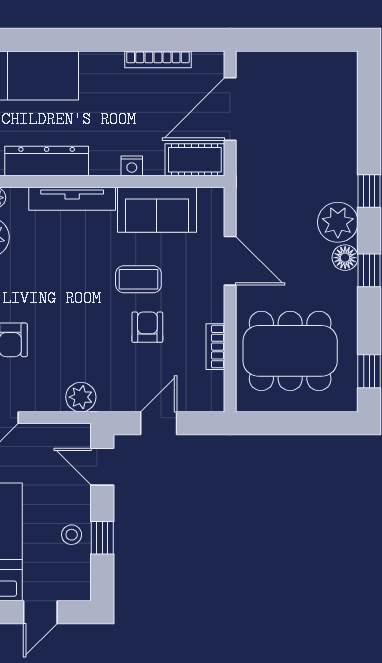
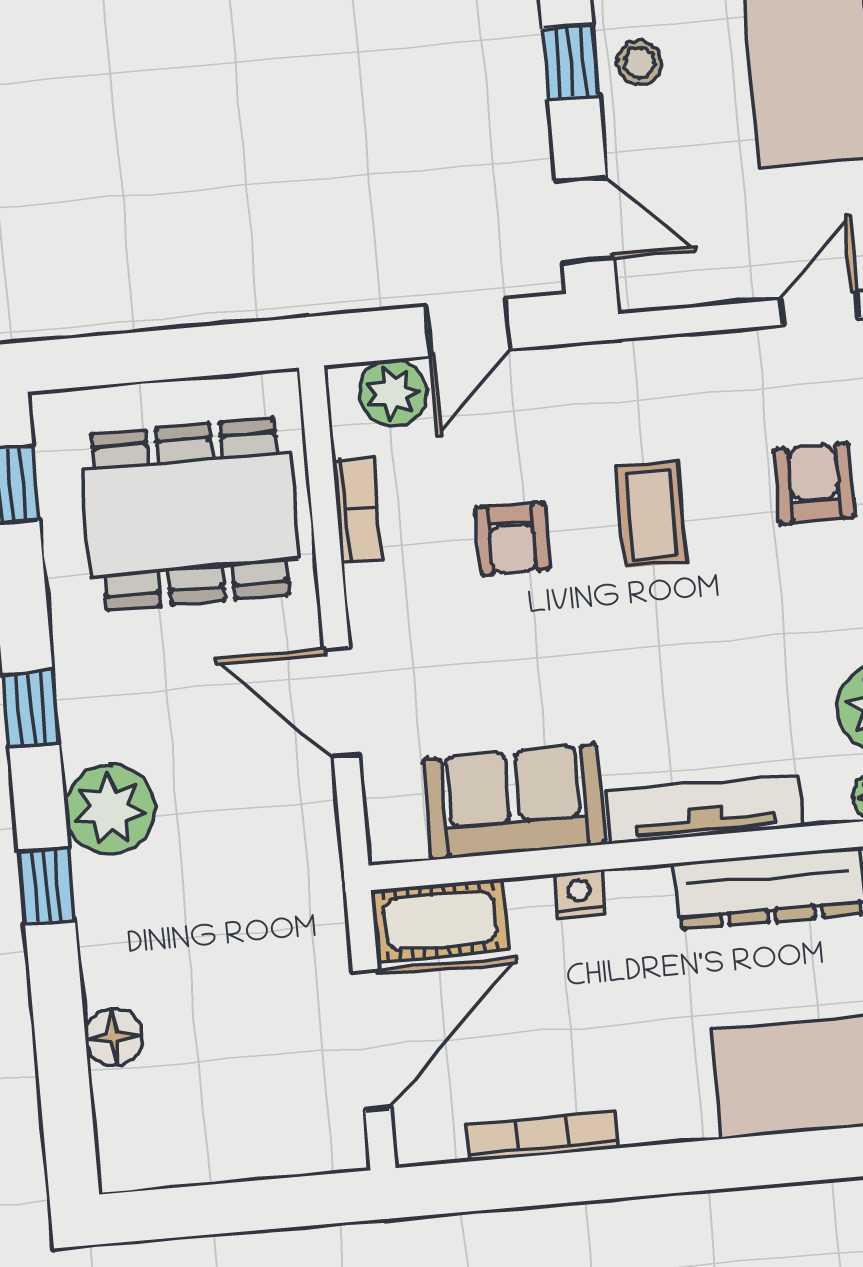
floor lamp: (345, 258) -> (114, 1037), moved
coffee table: (138, 279) -> (651, 515), moved, turned 90
plant: (81, 397) -> (393, 393), moved

